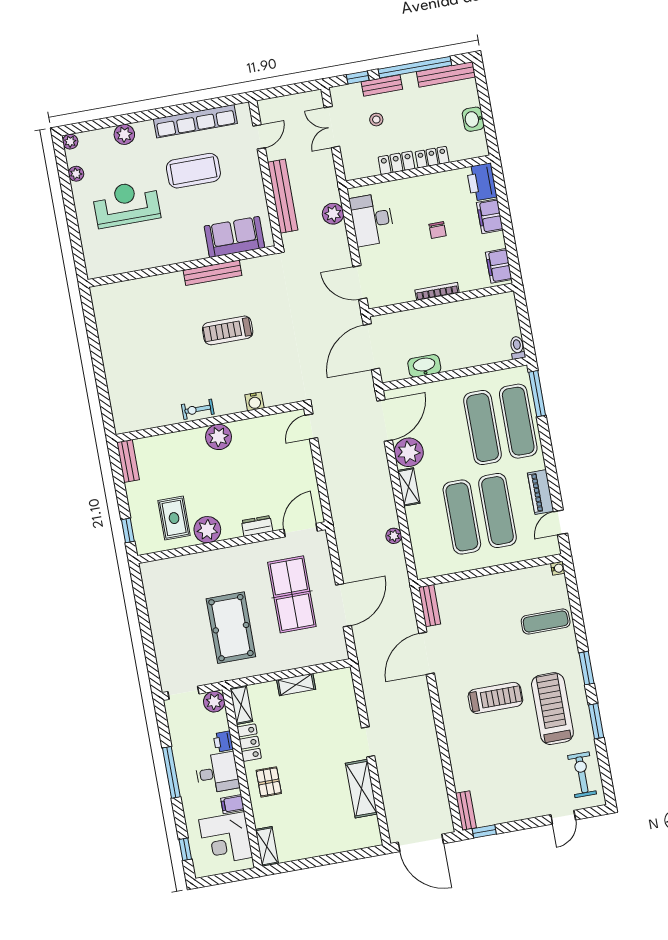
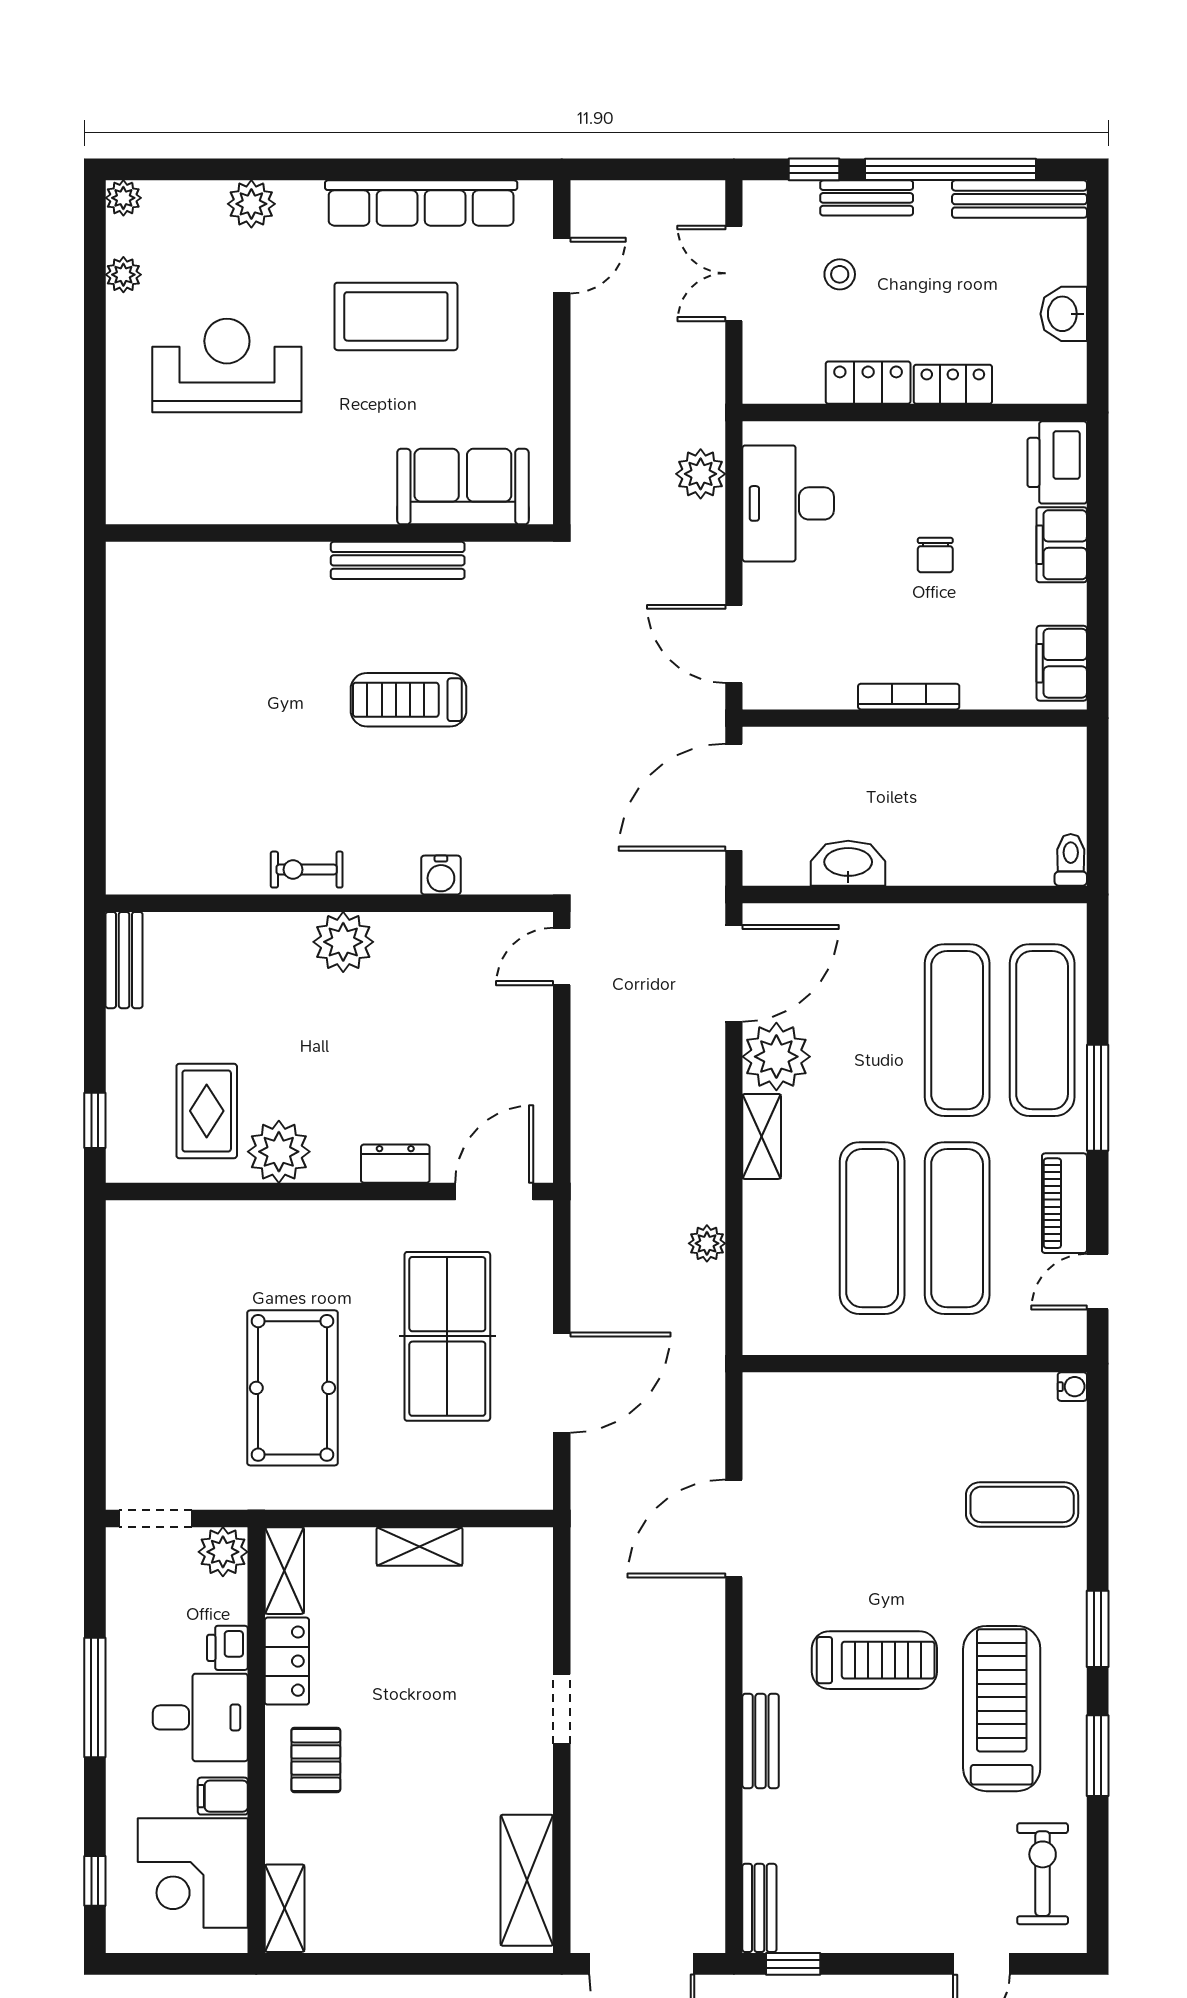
bench: (283, 196) -> (591, 413), removed
window: (537, 394) -> (1098, 1098), moved
bench: (430, 606) -> (761, 1741), moved
shelving: (361, 789) -> (527, 1880), moved

